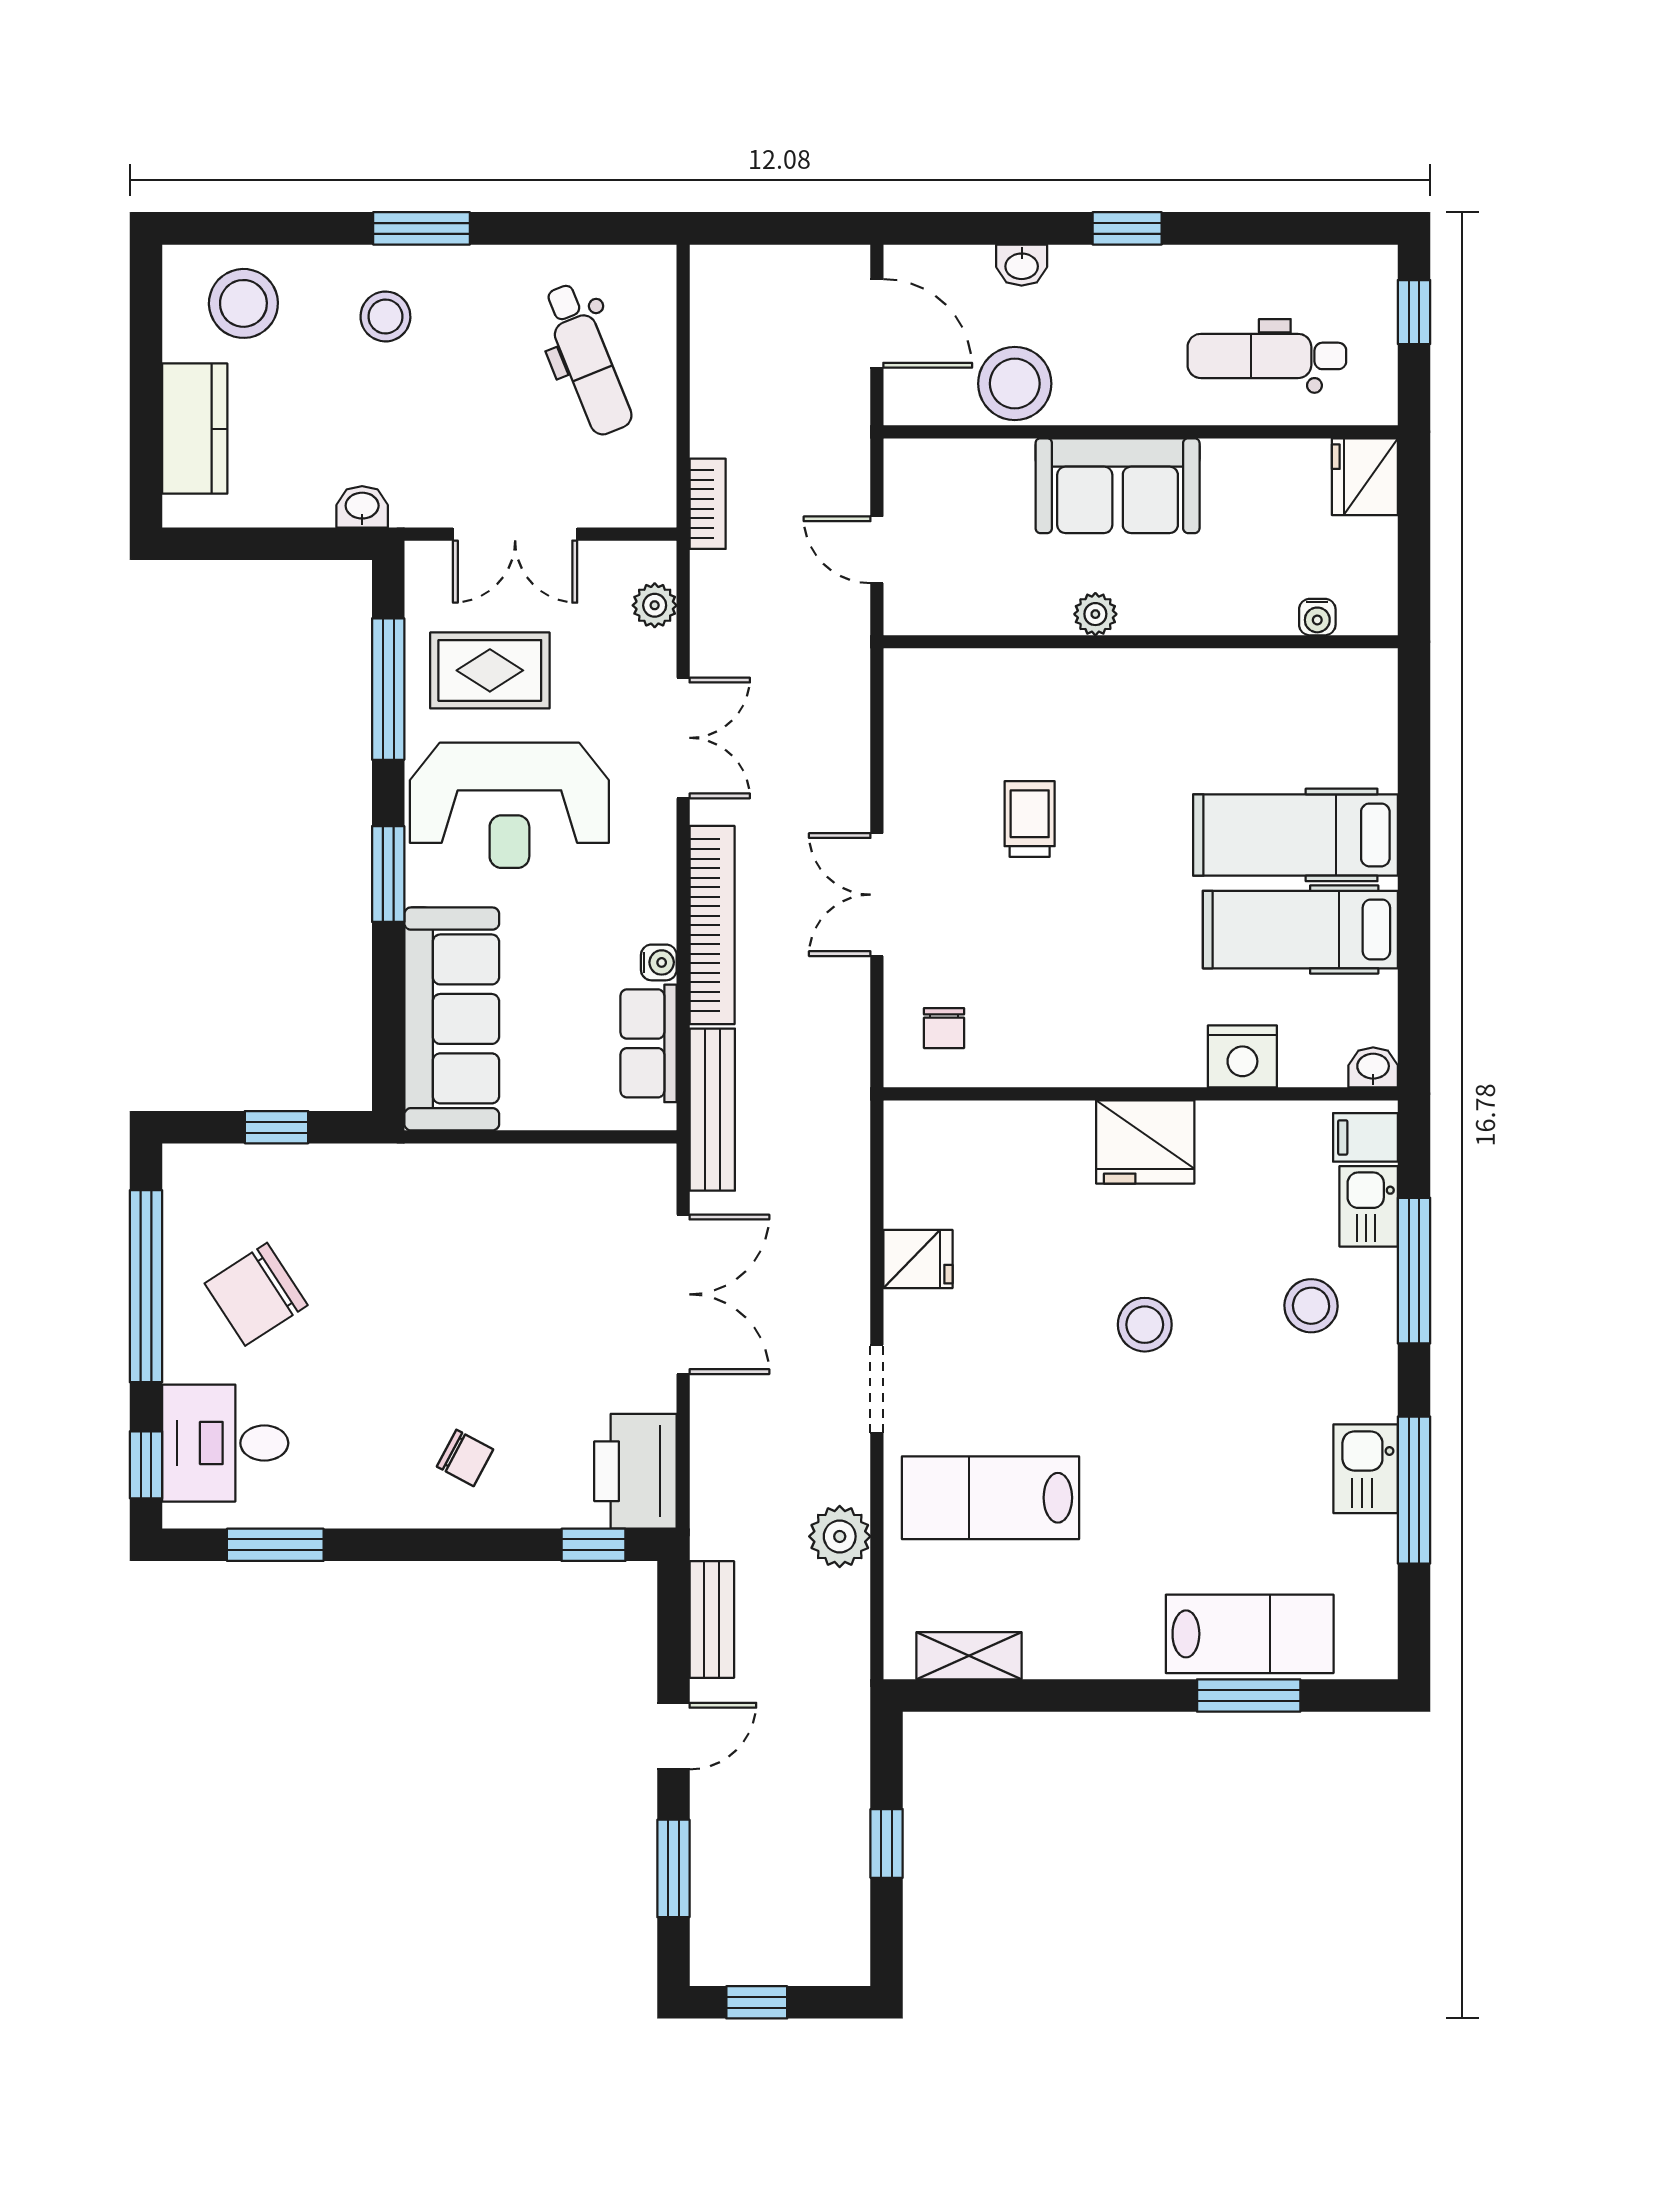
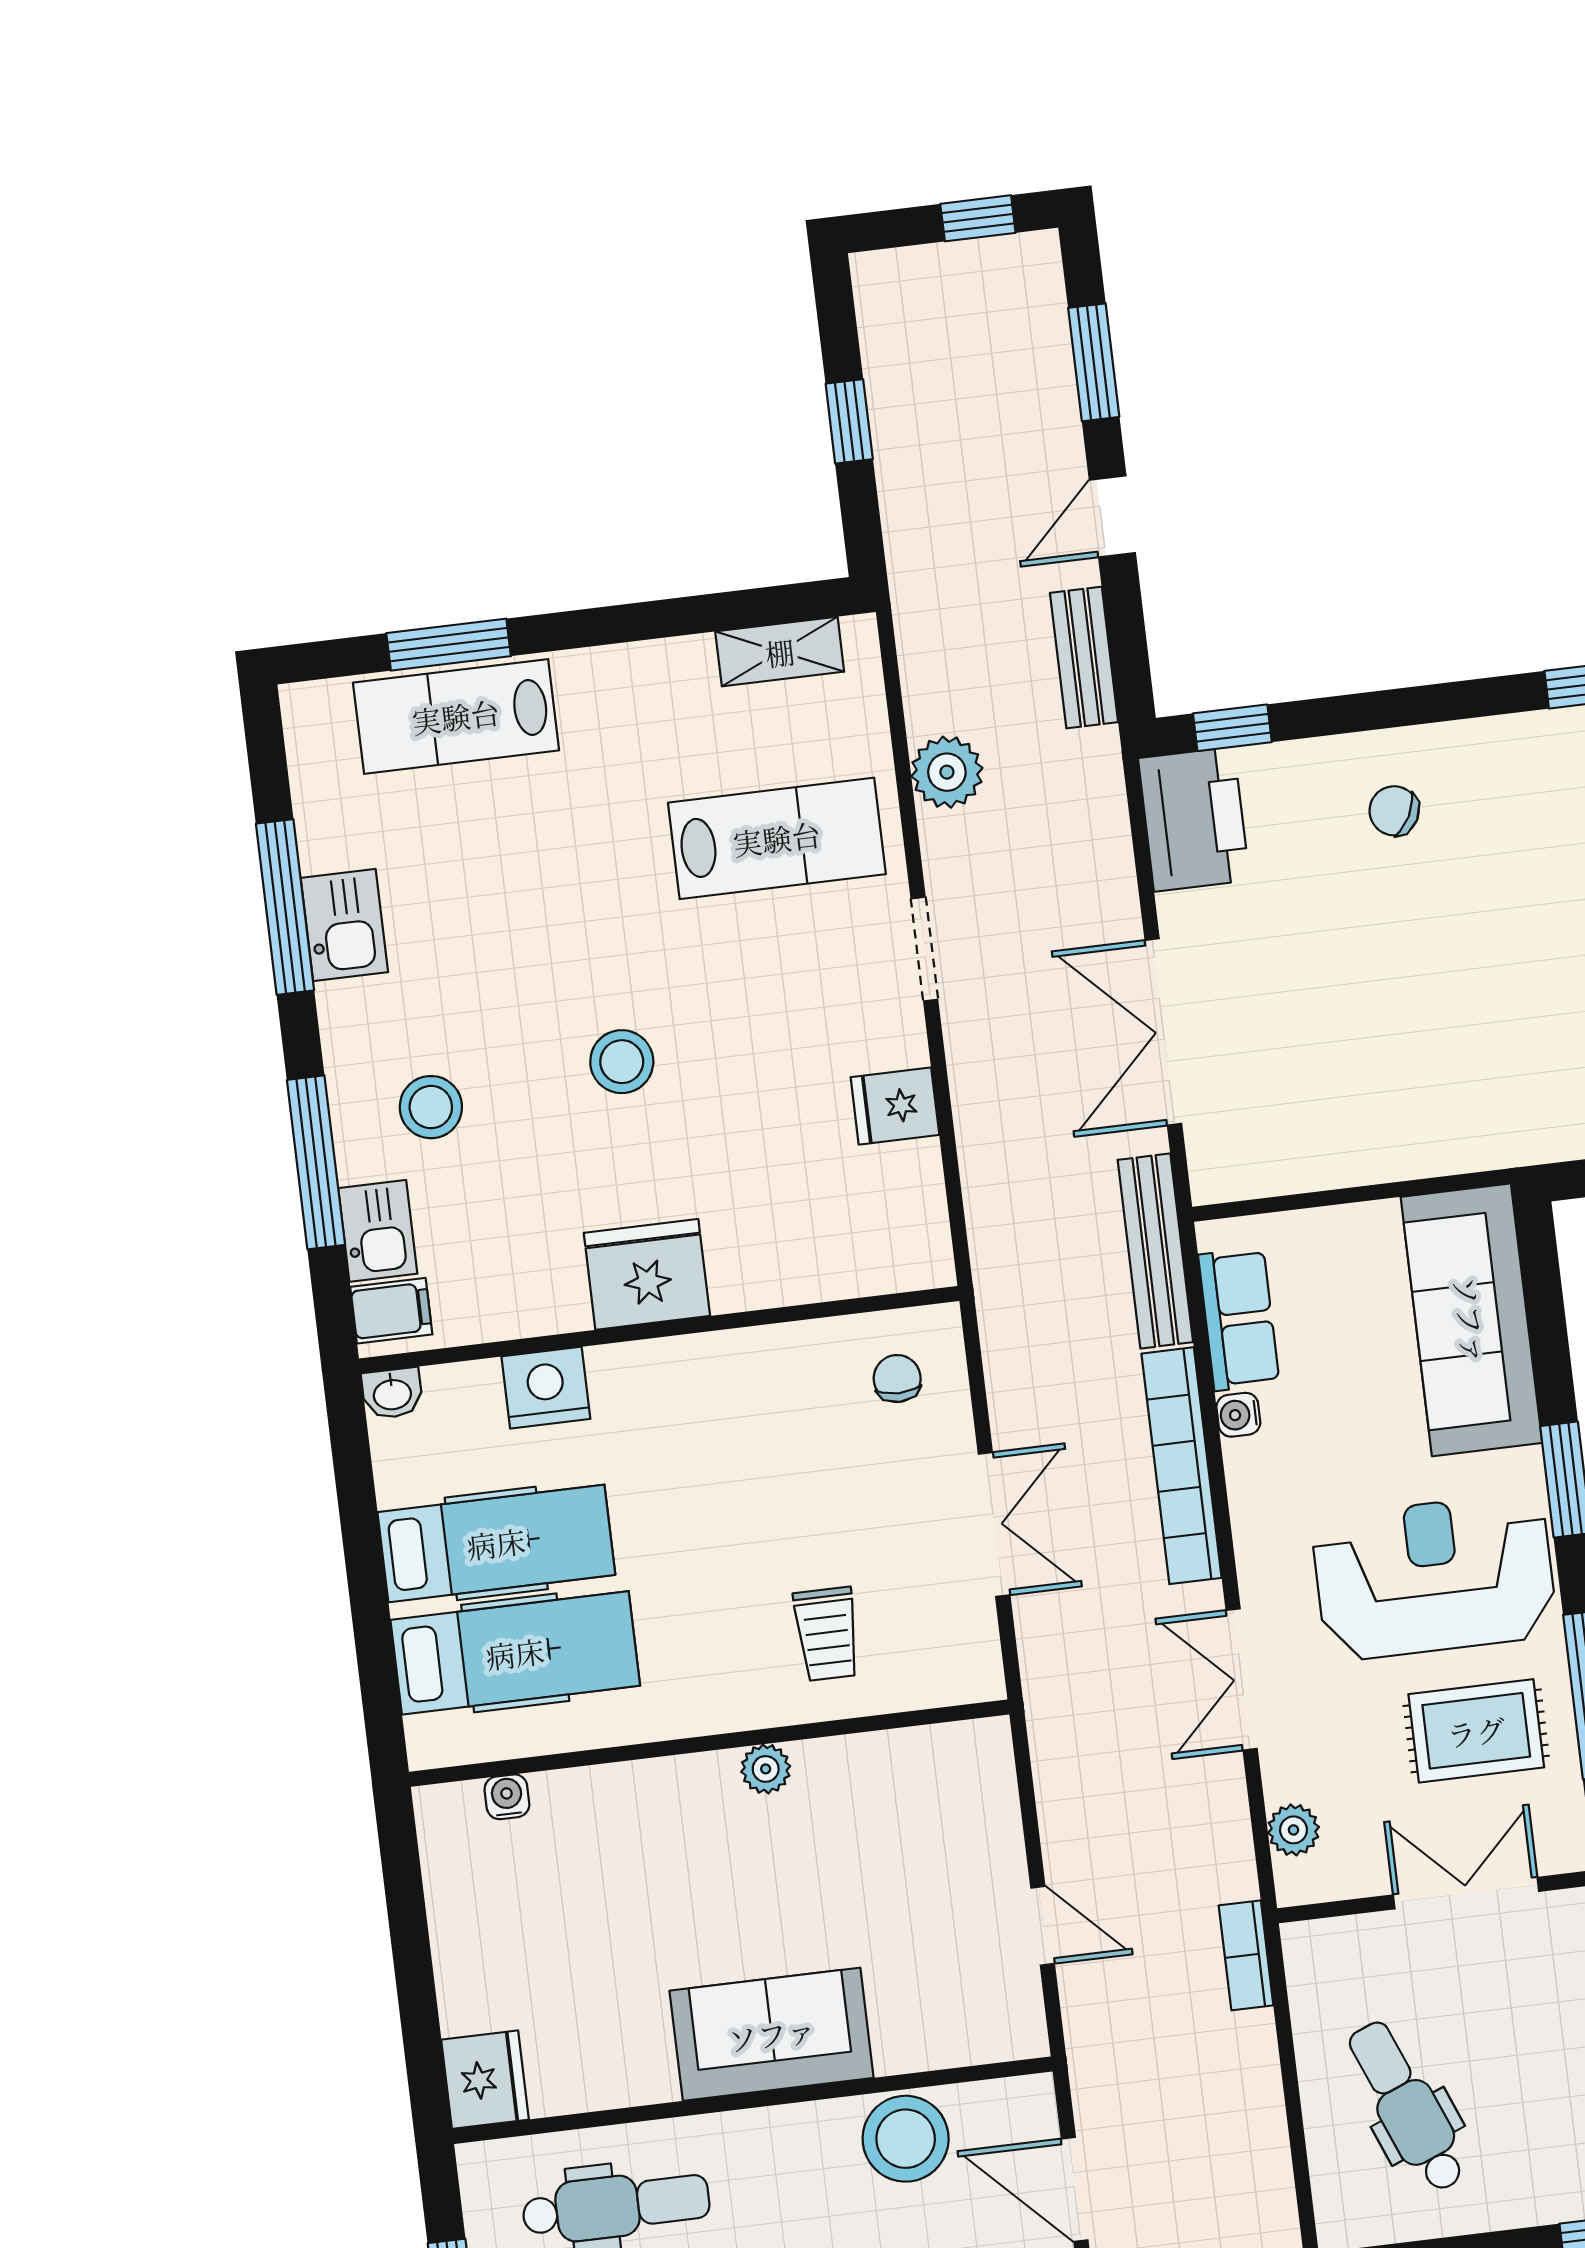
plant: (1095, 614) -> (766, 1769), moved
water cooler: (1317, 617) -> (507, 1797), moved
wall: (1141, 642) -> (709, 1743), moved

